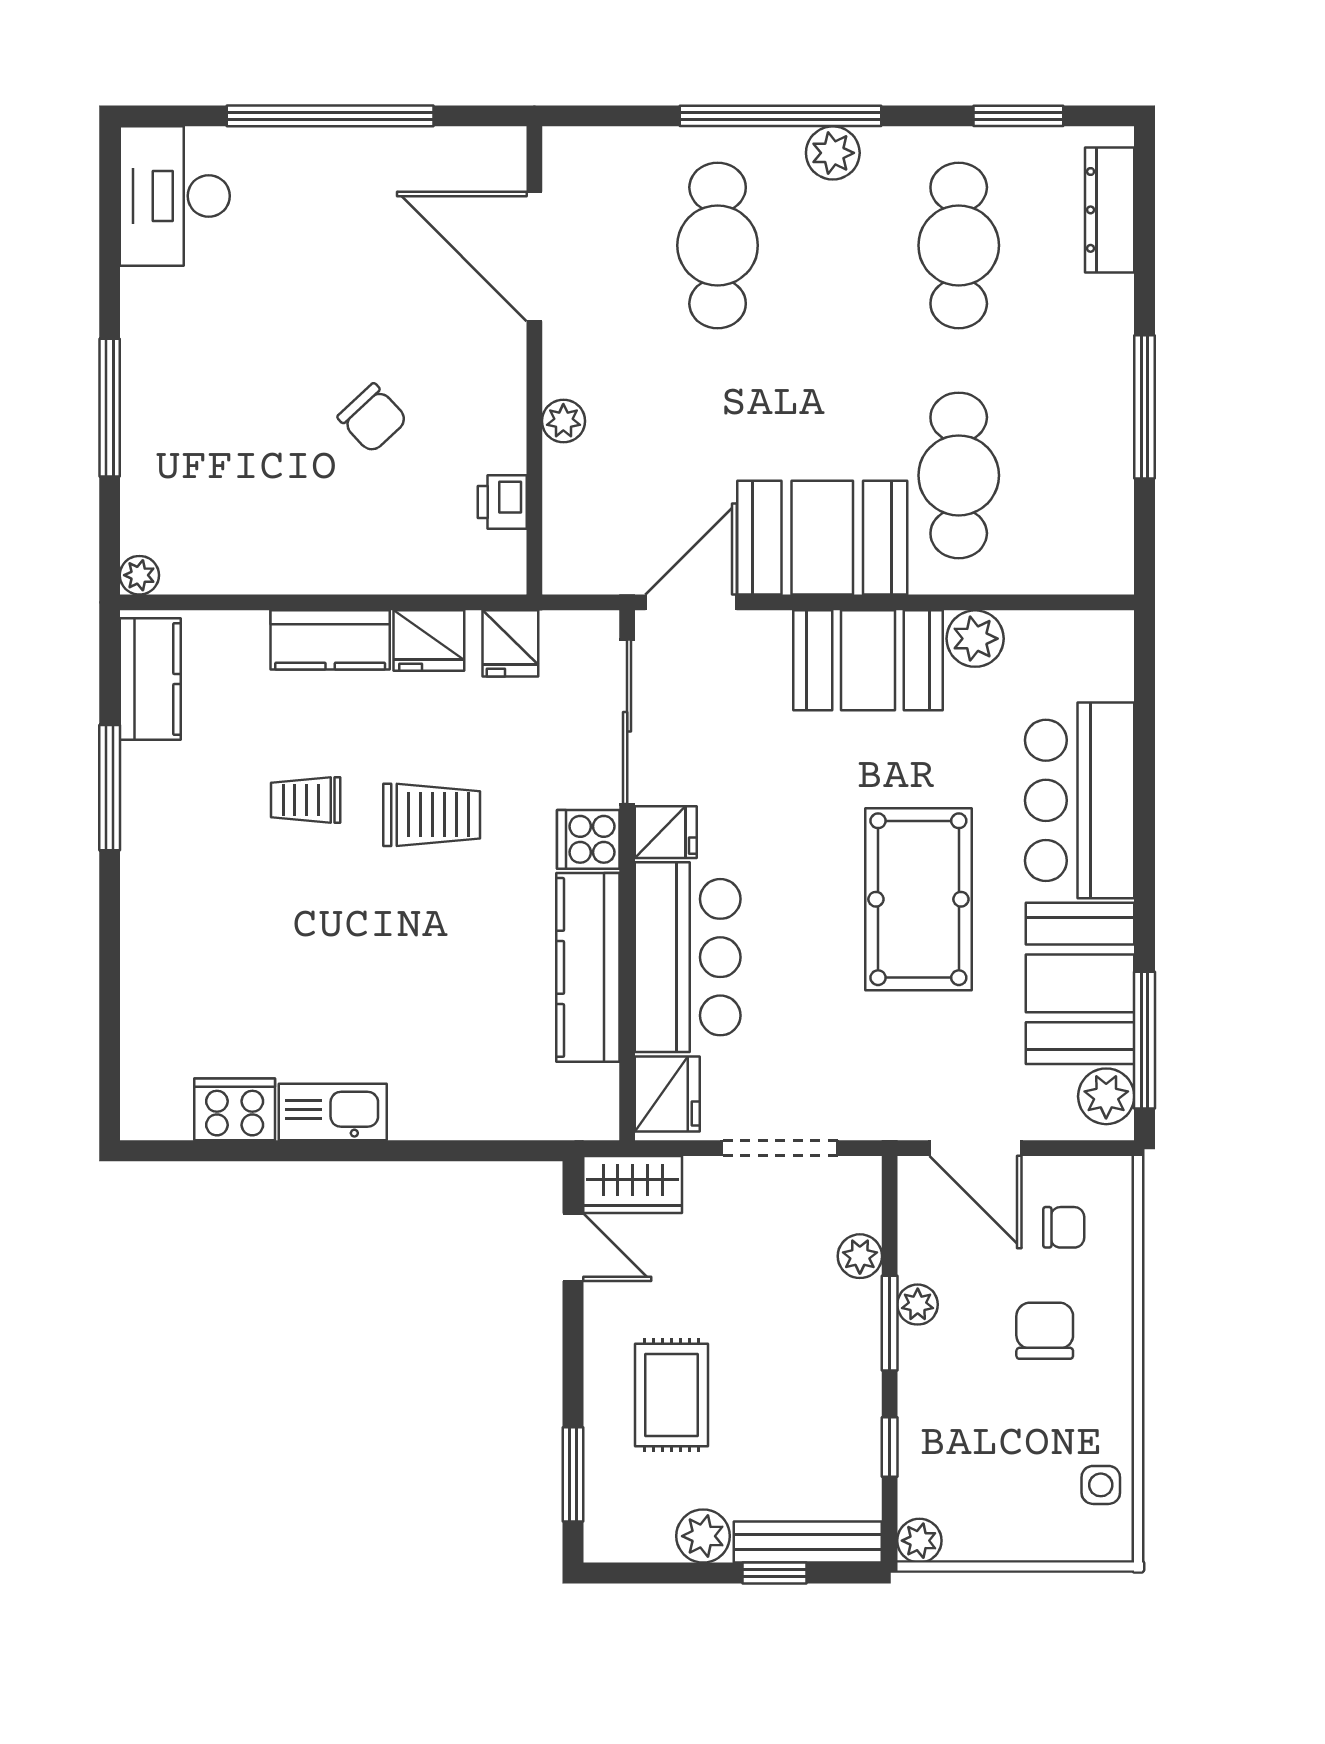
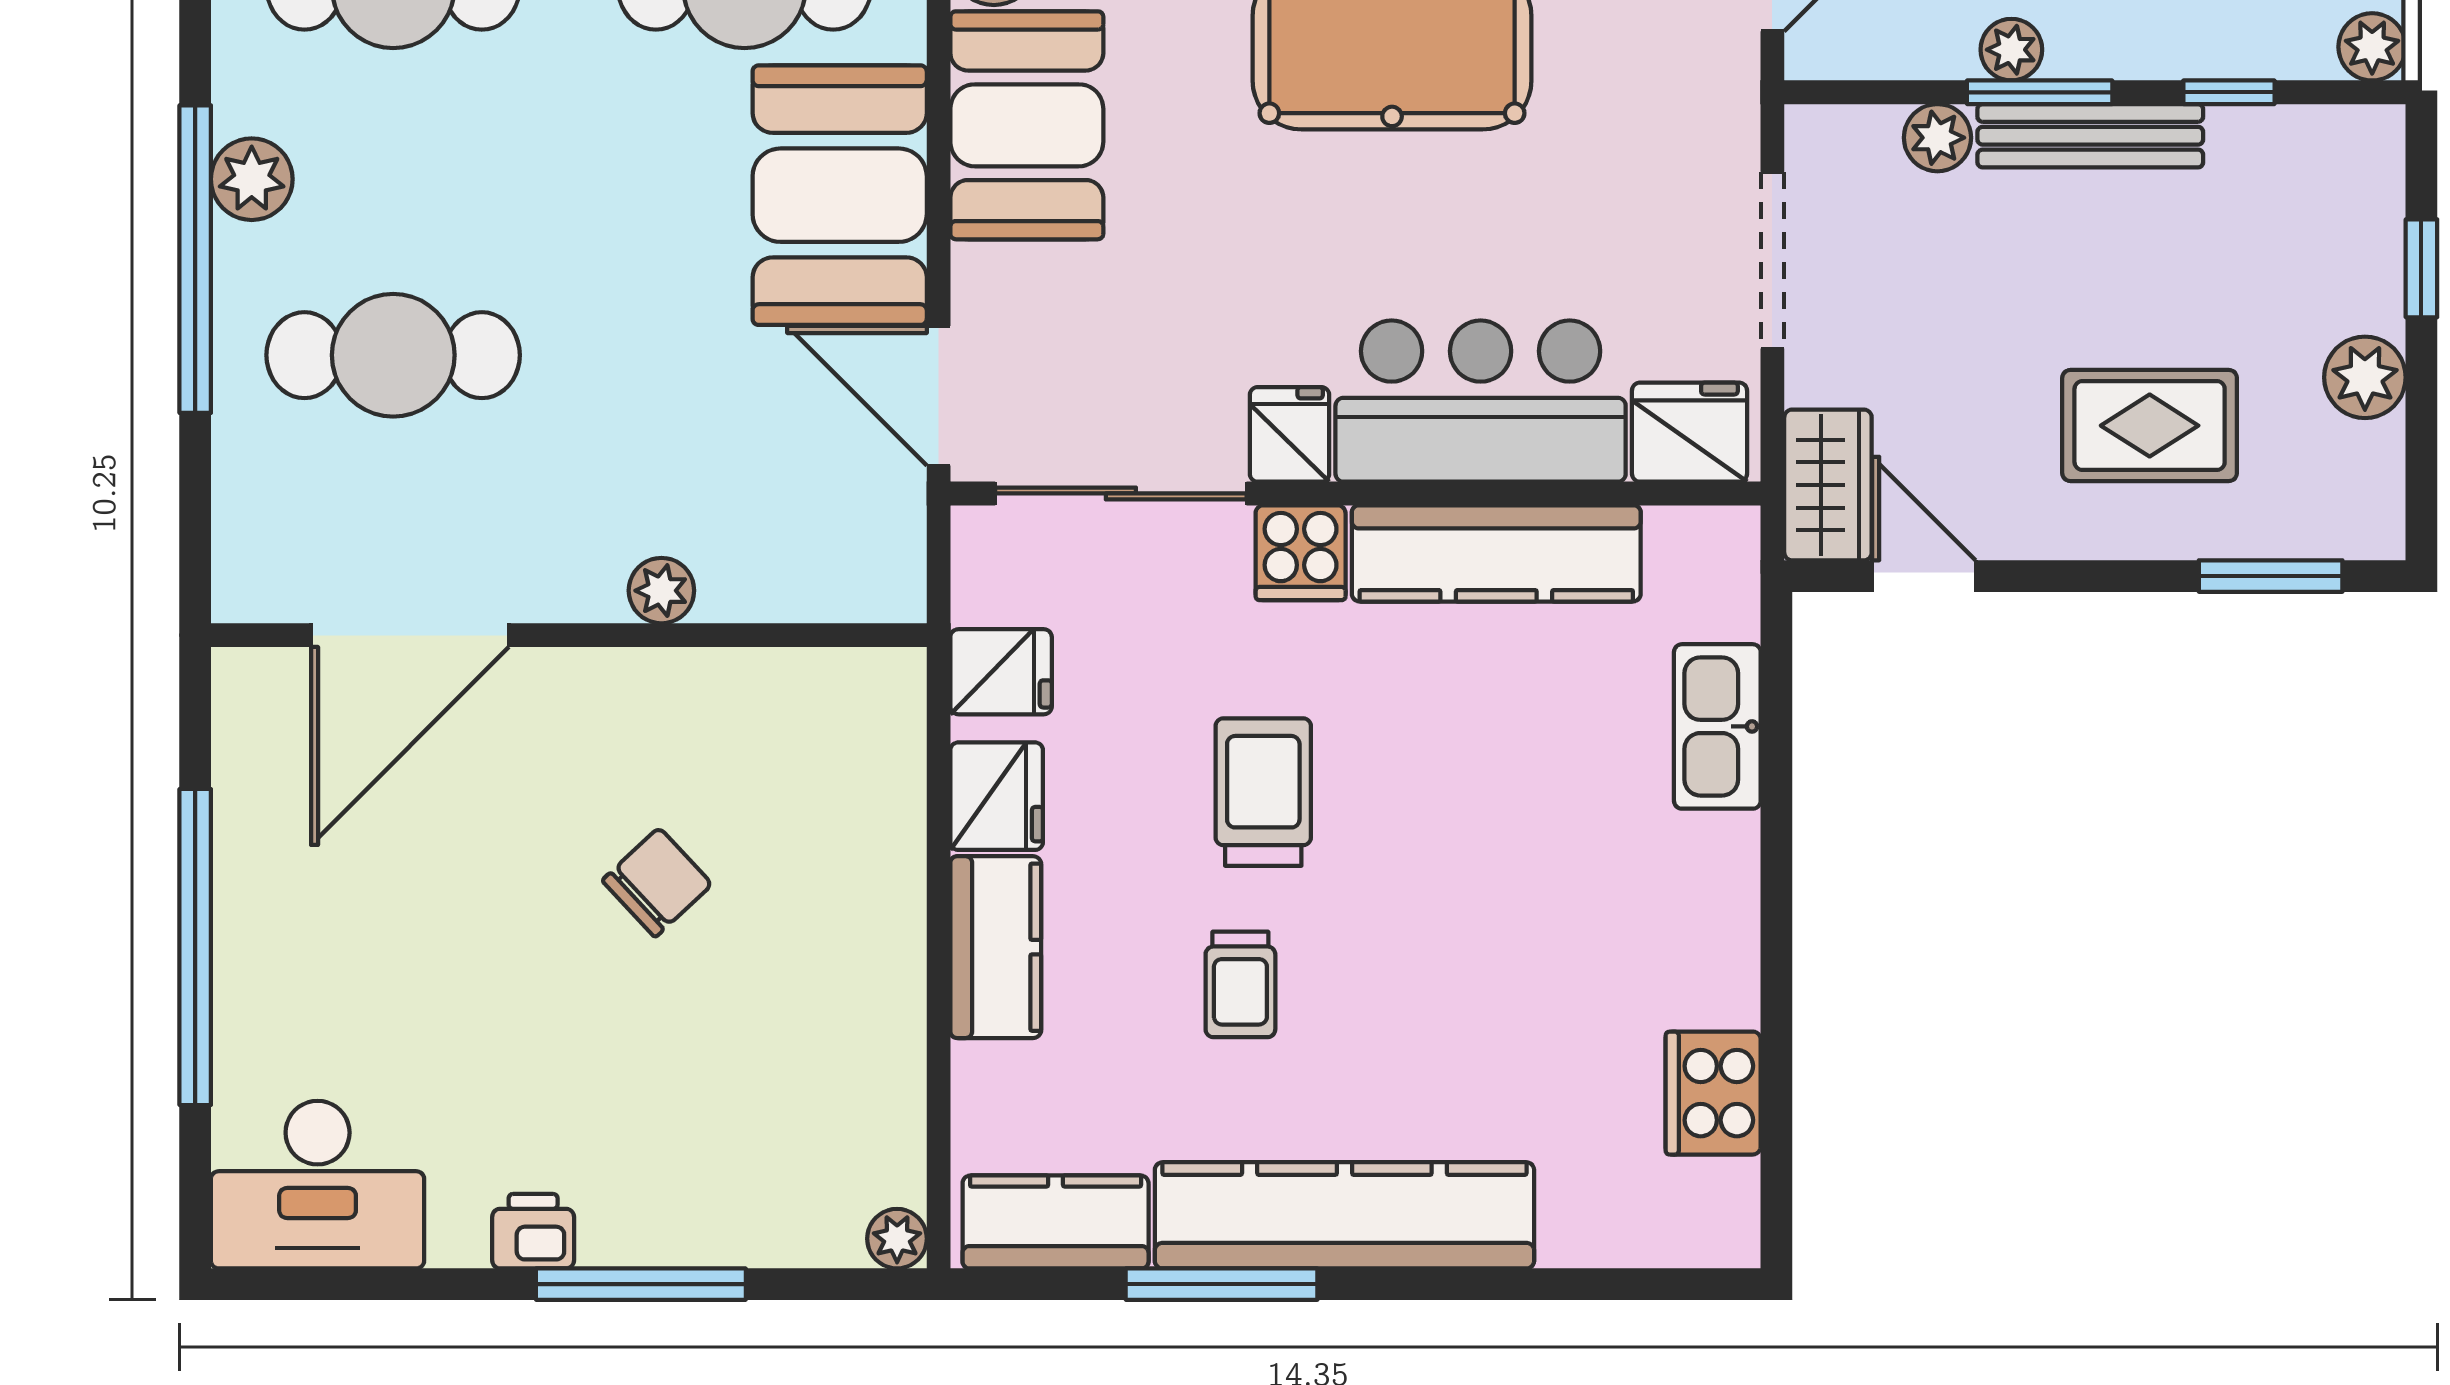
printer: (502, 502) -> (533, 1231), moved, turned 180
kitchen counter: (155, 868) -> (1344, 1215), added
kitchen sink: (333, 1112) -> (1717, 726), moved
door: (573, 1247) -> (1924, 576), hinge flipped
bench: (808, 1542) -> (2090, 136), moved, turned 90

